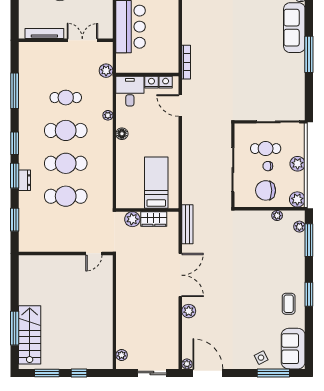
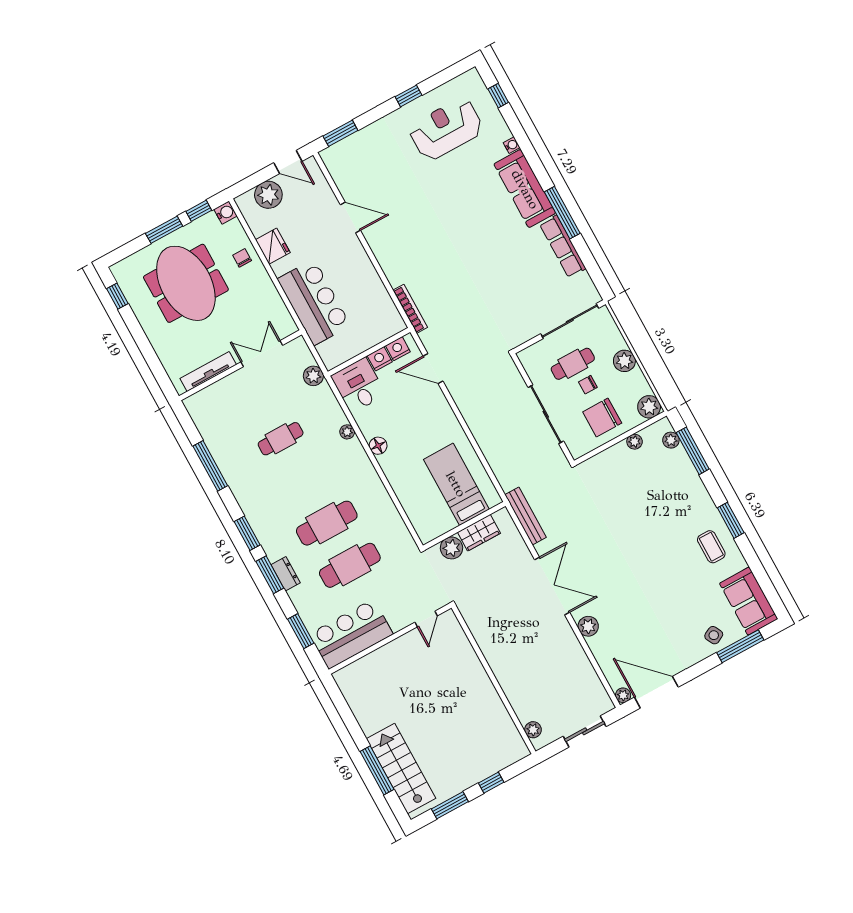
row of seats: (298, 75) -> (563, 246), added
cafe table: (66, 130) -> (304, 481), removed
bar counter: (44, 238) -> (351, 634), added

